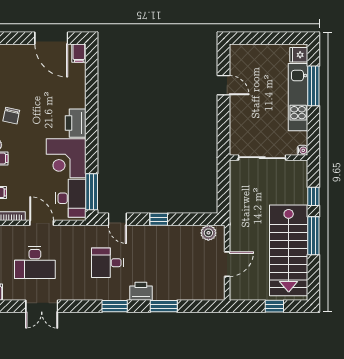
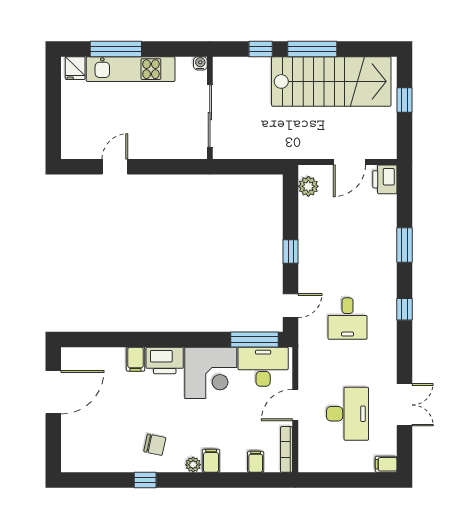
filing cabinet: (79, 53) -> (135, 359), moved, turned 90
door: (227, 264) -> (349, 162), swing flipped
printer: (141, 291) -> (385, 179), moved
window: (115, 306) -> (404, 309), width x0.67

